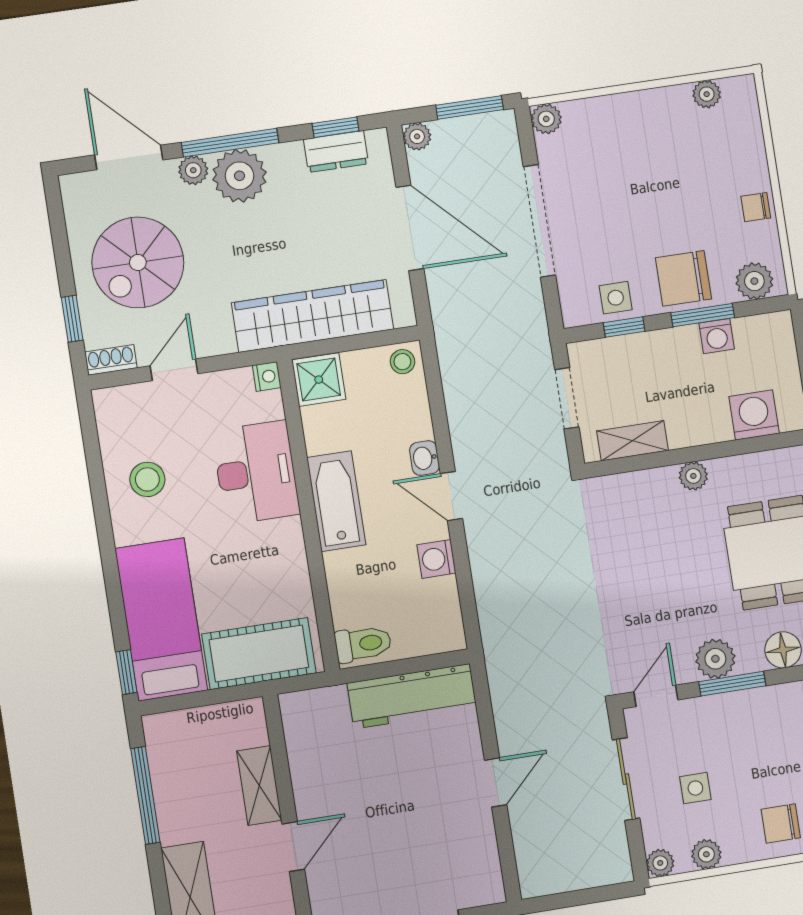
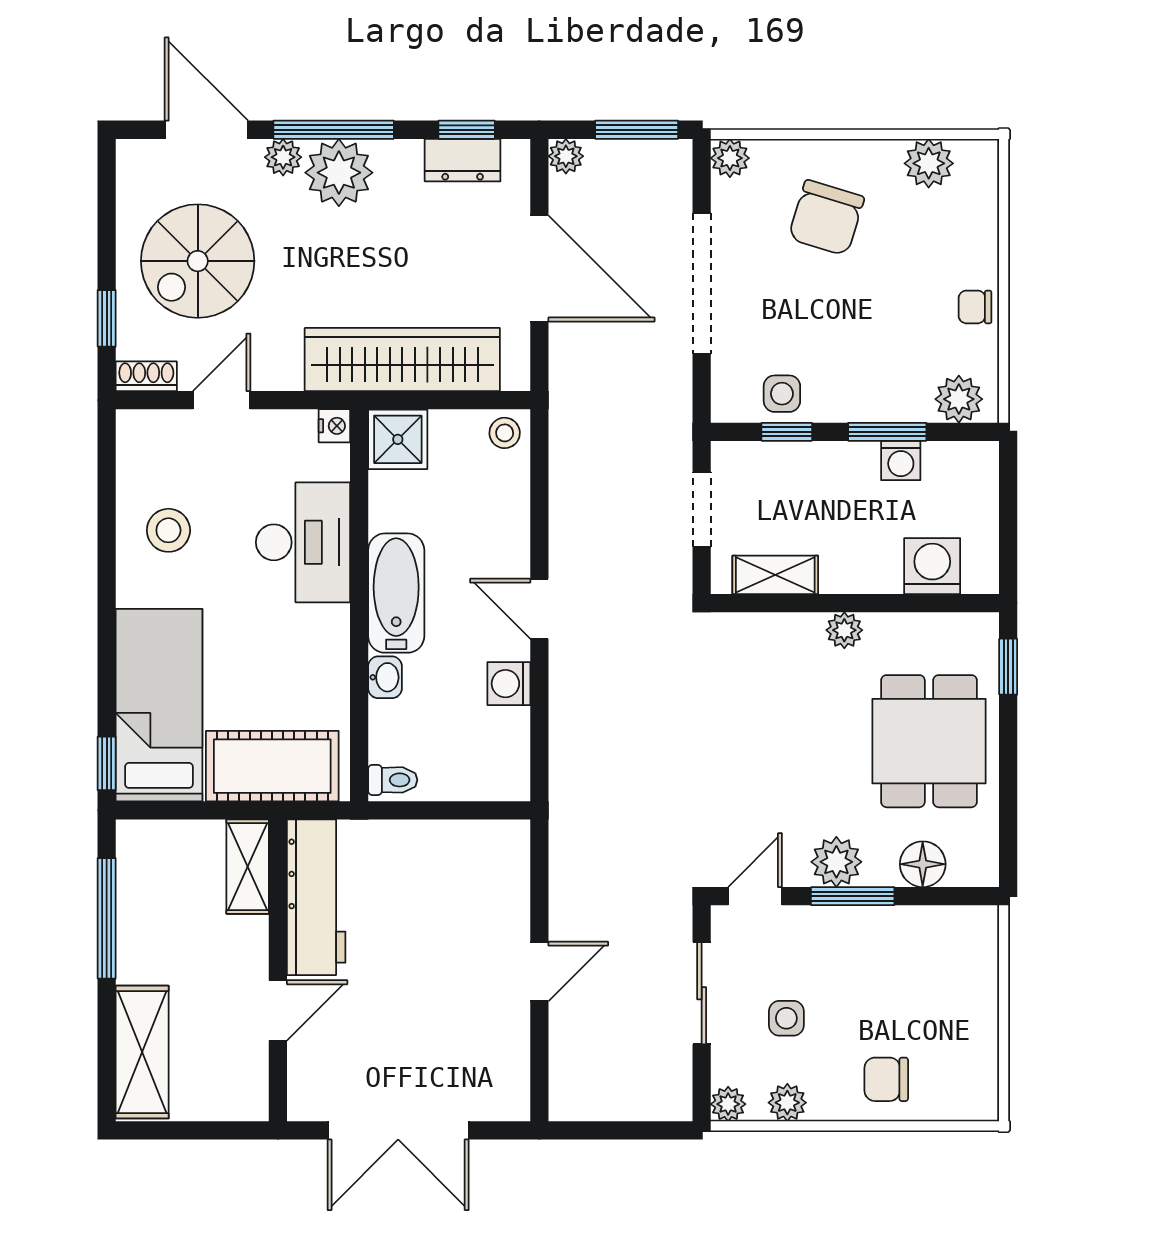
plant: (707, 94) -> (929, 163), width x1.38, depth x1.38
chair: (683, 278) -> (826, 218), moved, turned -73
washbasin: (424, 458) -> (385, 677), moved, turned 180
toilet: (363, 644) -> (393, 780), width x0.73, depth x0.72
workbench: (412, 696) -> (316, 897), moved, turned -90
shelving: (259, 786) -> (248, 867), moved

